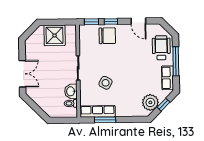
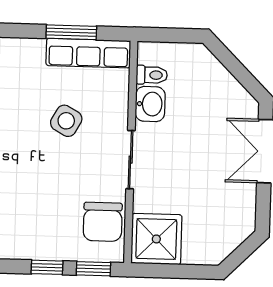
shower: (55, 35) -> (156, 239), moved
chair: (107, 36) -> (103, 222), moved, turned -90

